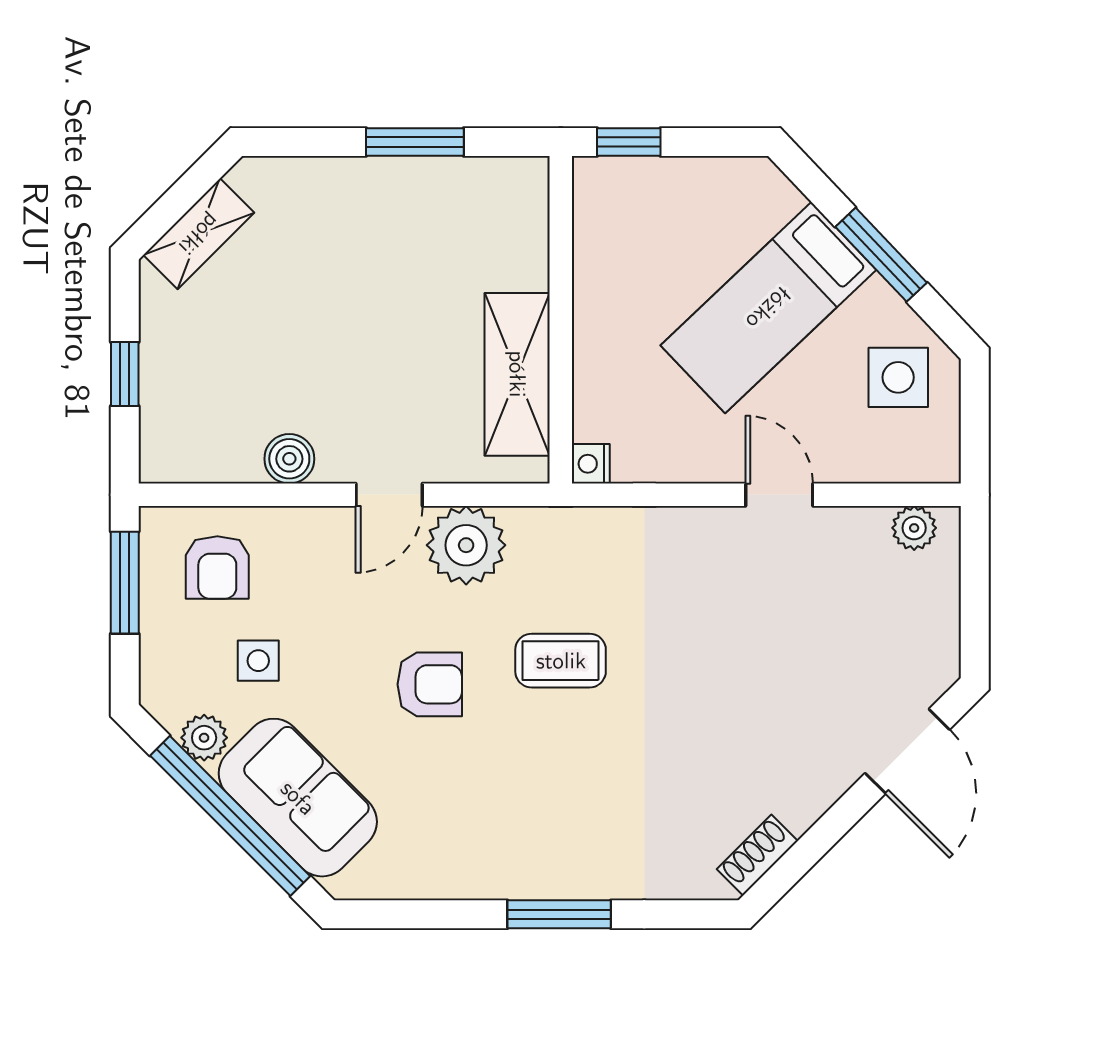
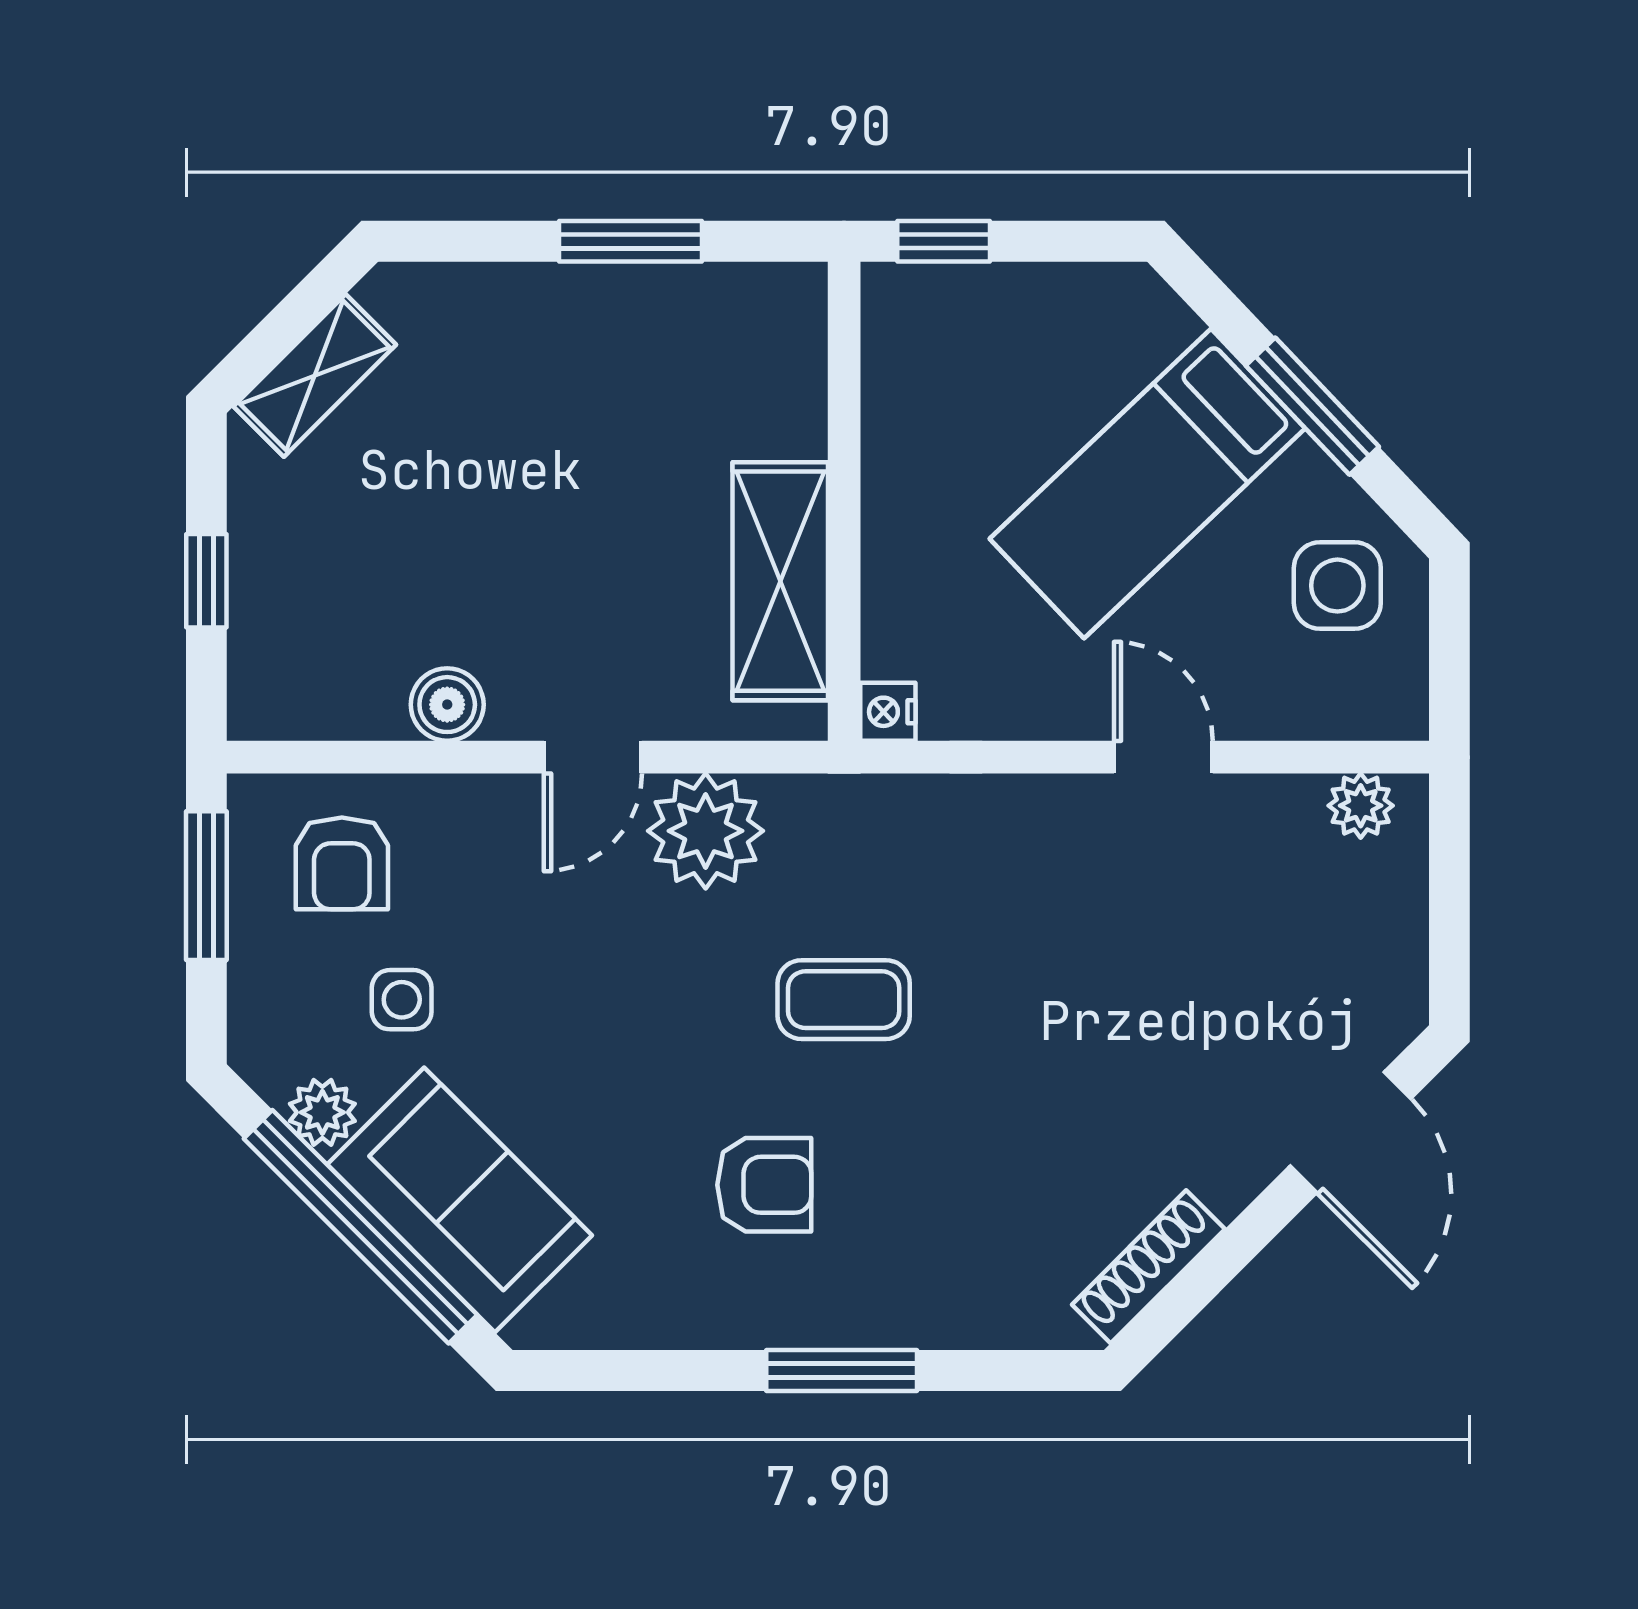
armchair: (430, 684) -> (764, 1185), moved
shoe rack: (757, 855) -> (1148, 1267), width x1.43

